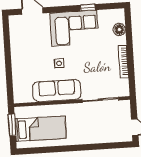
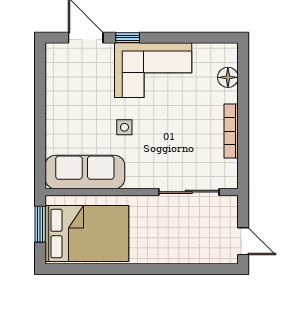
window: (88, 8) -> (128, 38), moved
sofa: (57, 91) -> (85, 172), moved
bed: (41, 129) -> (87, 233), width x1.50

